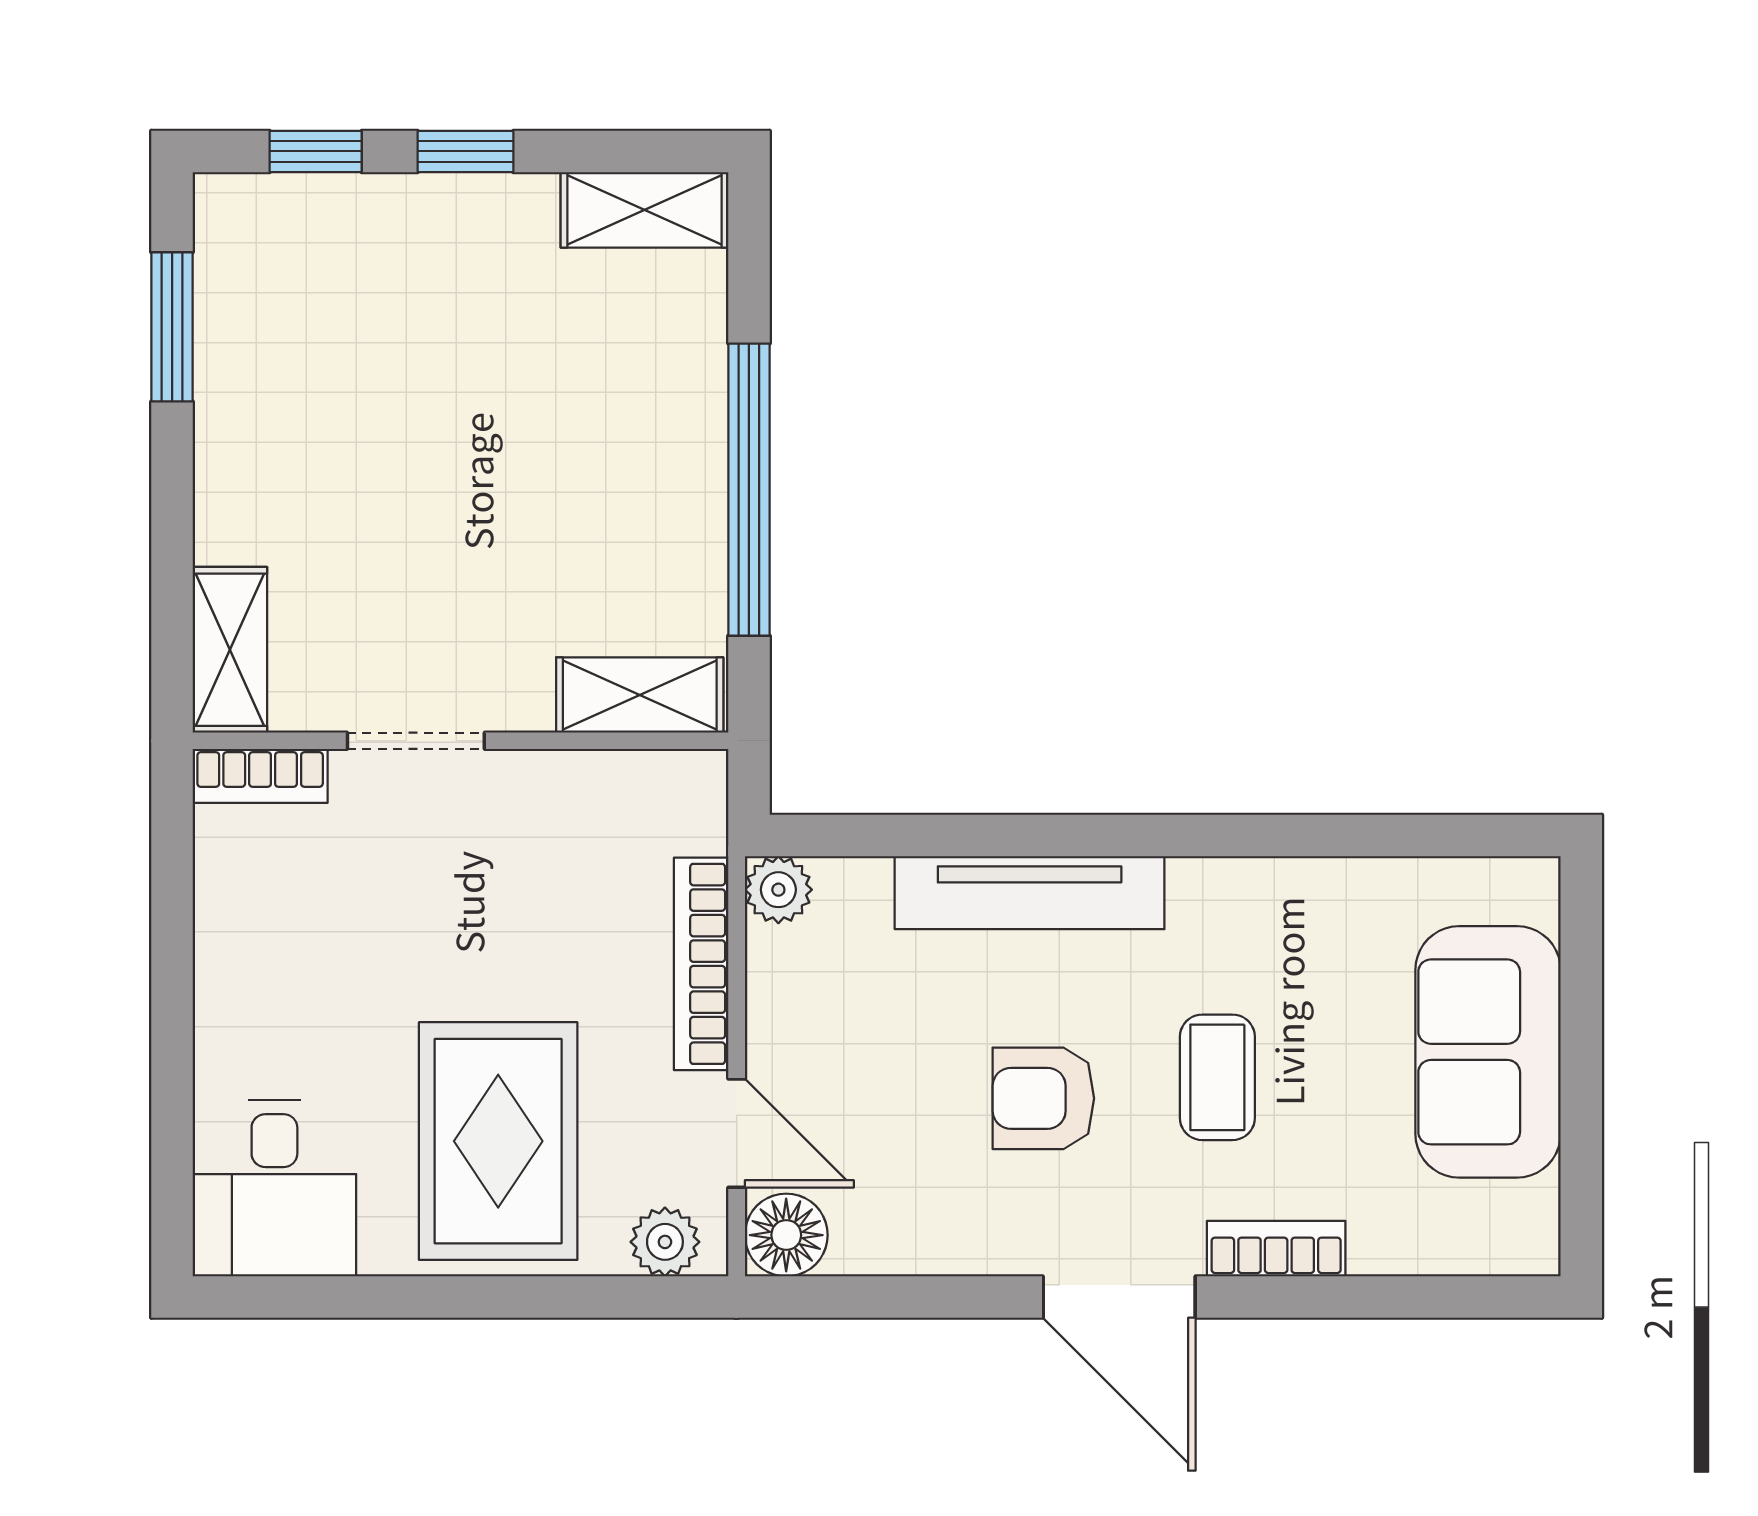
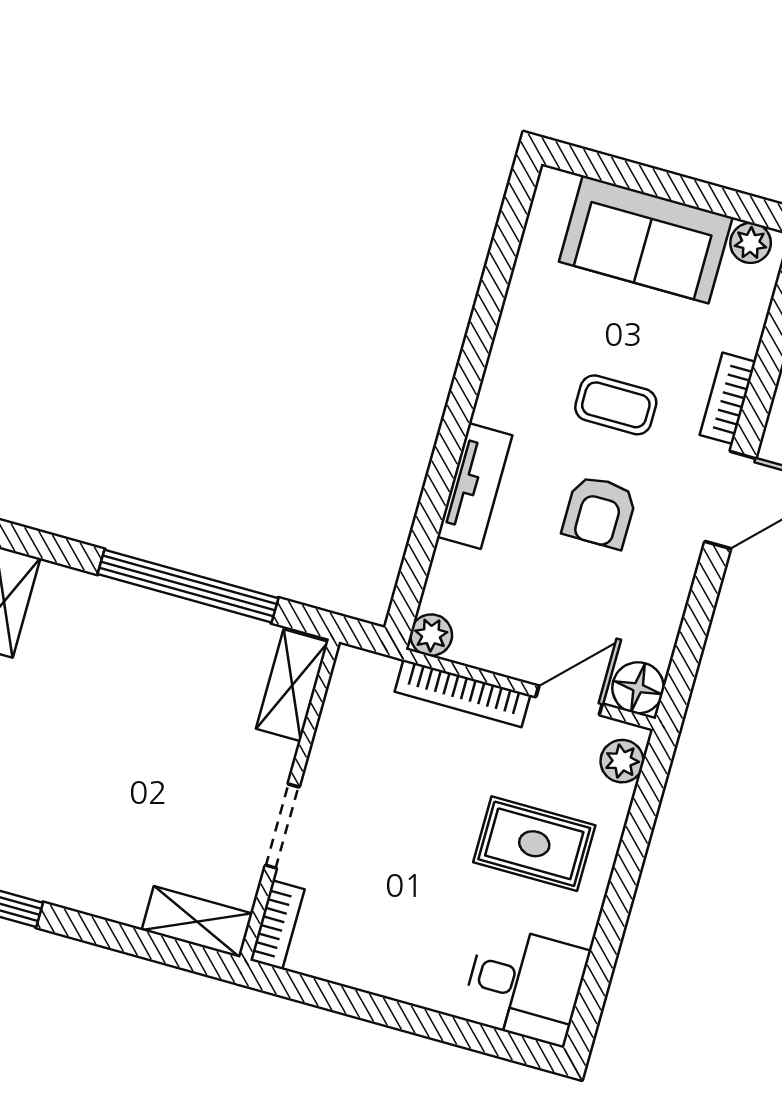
tv unit: (1030, 893) -> (475, 486), width x0.71
rug: (498, 1141) -> (534, 844), width x0.73, depth x0.70
plant: (1528, 1217) -> (751, 243), added

